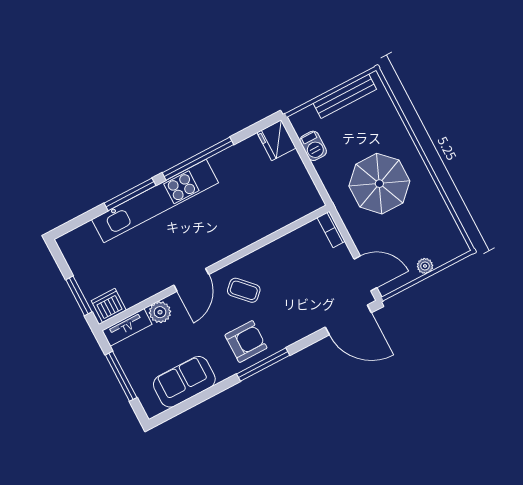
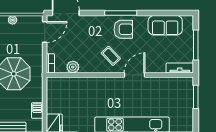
door: (365, 273) -> (45, 32), swing flipped
dishwasher: (109, 305) -> (183, 84), removed
plant: (160, 312) -> (73, 67), moved
armchair: (246, 341) -> (123, 29), turned 180

